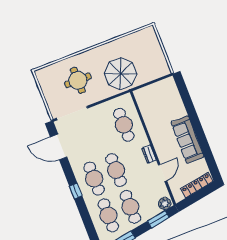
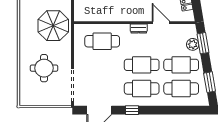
window: (76, 191) -> (132, 110), moved
plant: (165, 204) -> (193, 44), moved

